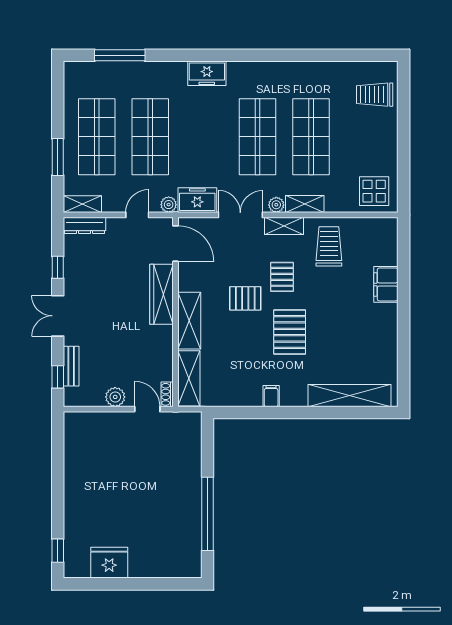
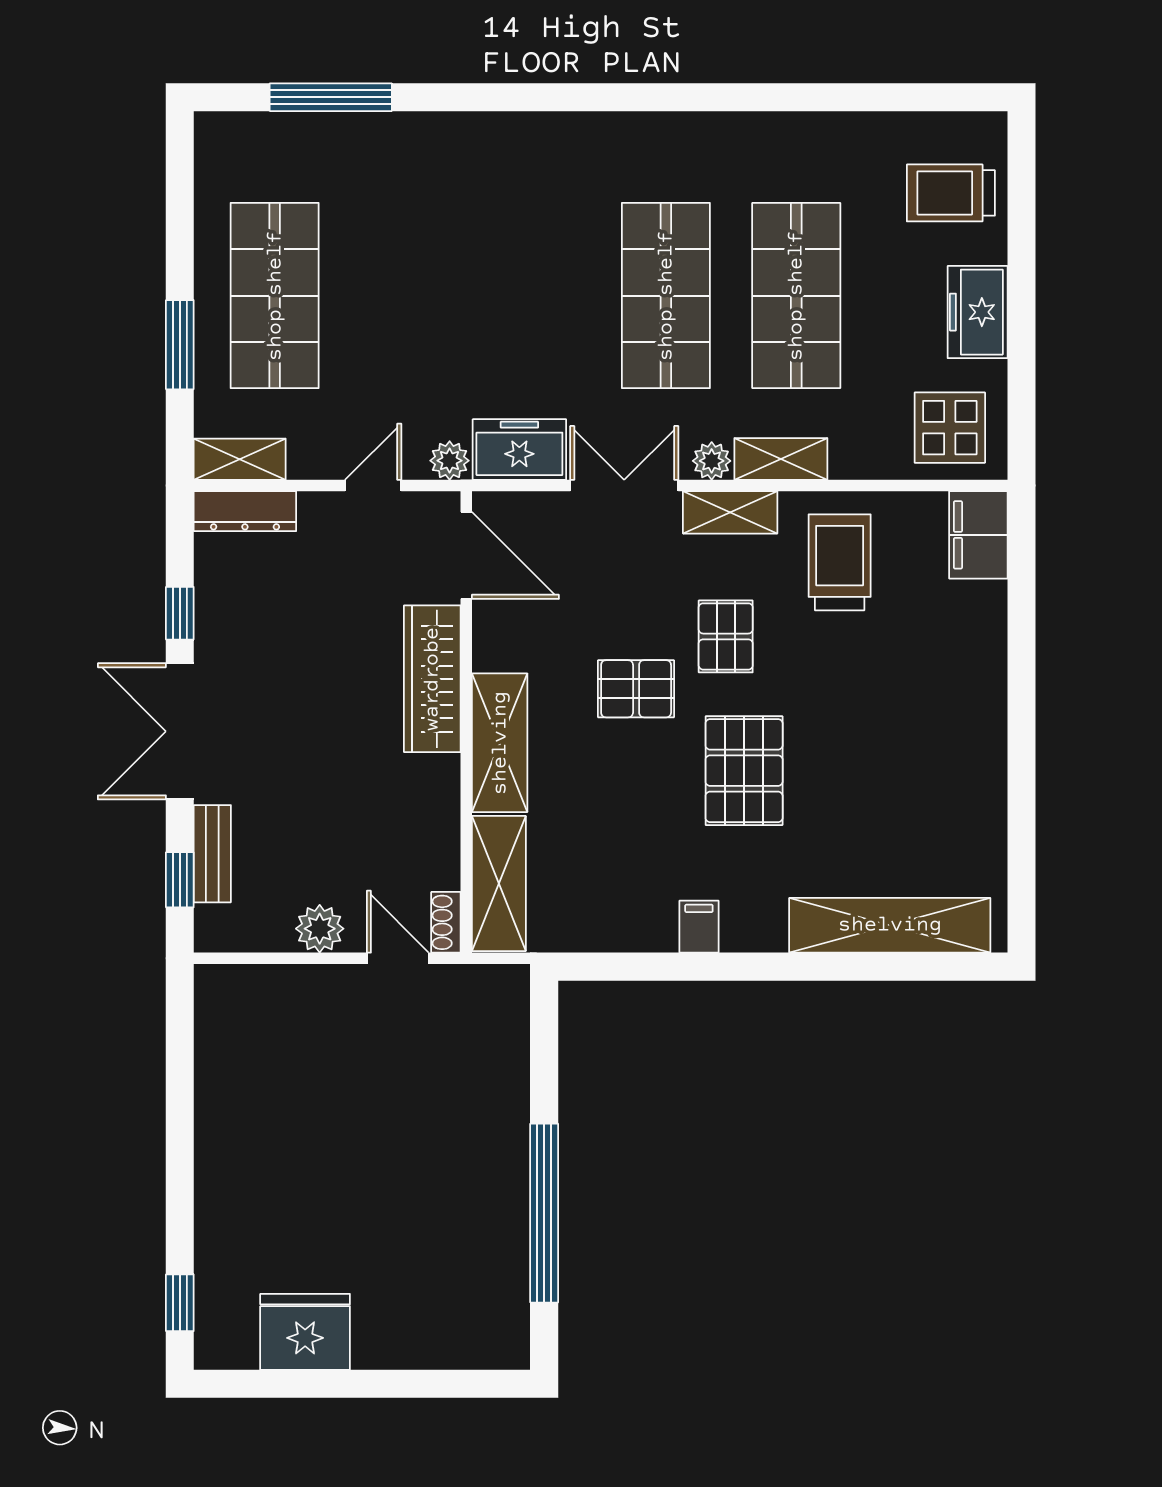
freezer: (207, 73) -> (978, 312), moved, turned 90
shop shelf: (150, 137) -> (405, 296), removed
filing cabinet: (386, 284) -> (978, 535), moved
double door: (58, 316) -> (180, 731), width x1.37

